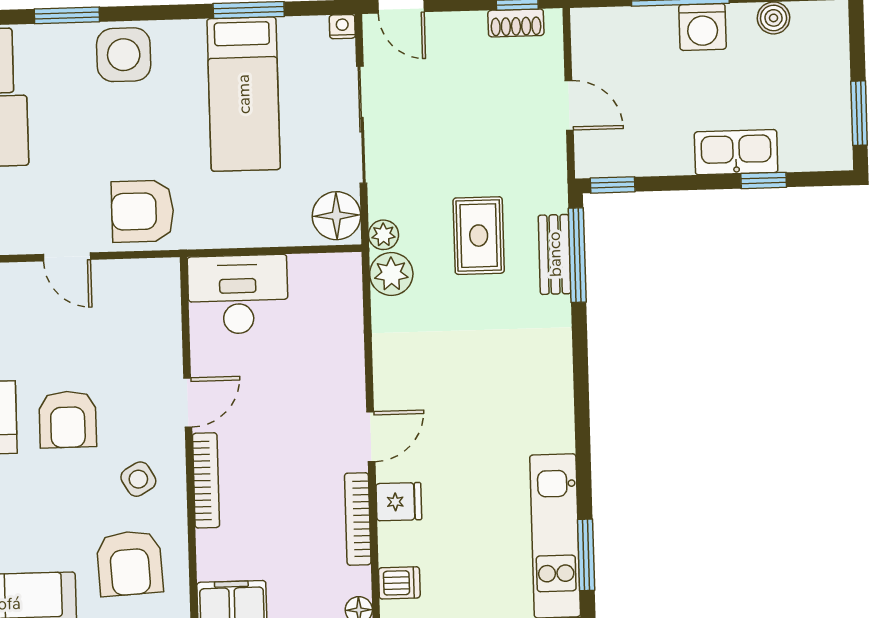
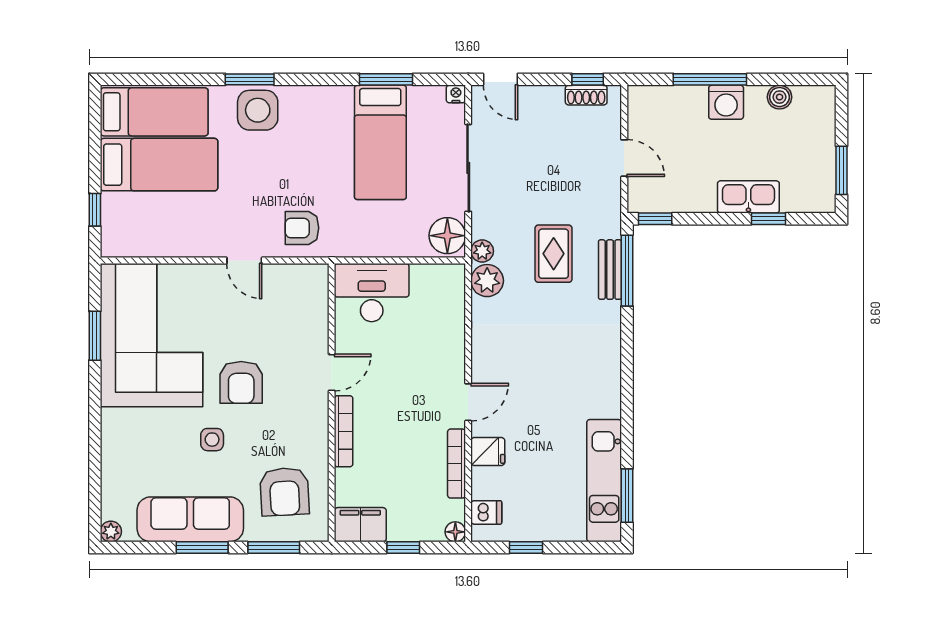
side table: (124, 55) -> (258, 110), moved
armchair: (142, 211) -> (302, 228), width x0.72, depth x0.72
side table: (138, 479) -> (212, 440), moved, turned 30

